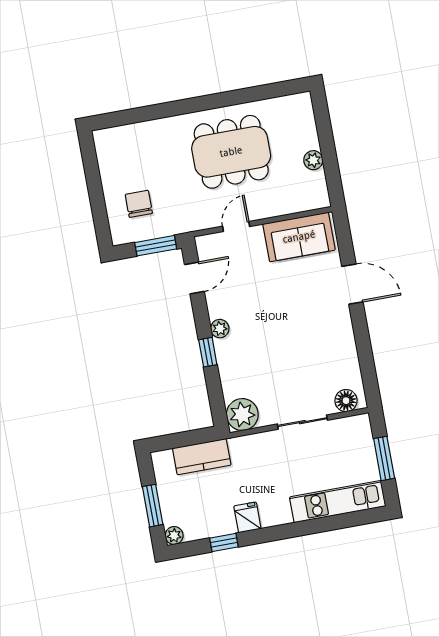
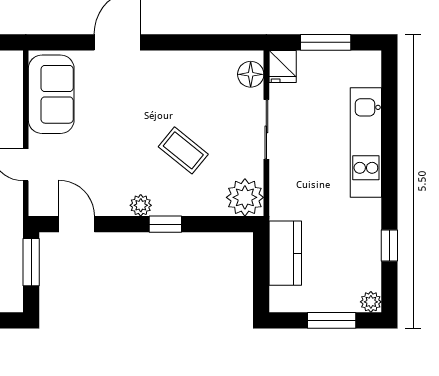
coffee table: (272, 356) -> (183, 150), added
kitchen unit: (338, 502) -> (366, 143), moved
fridge: (247, 517) -> (283, 66), moved, turned -90

